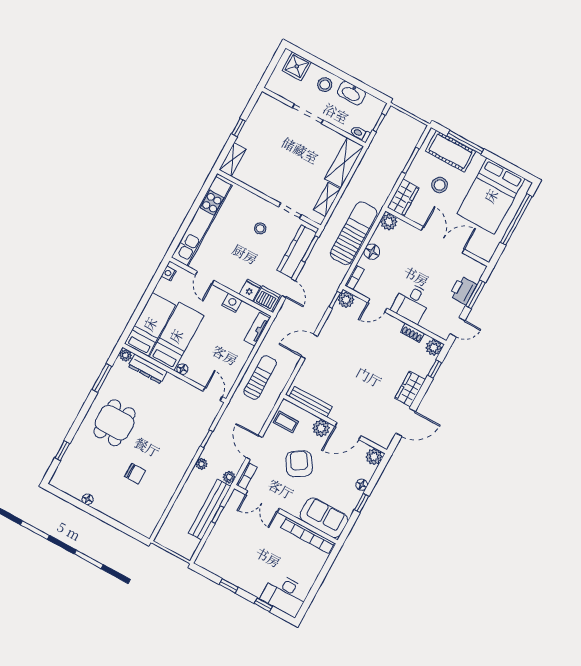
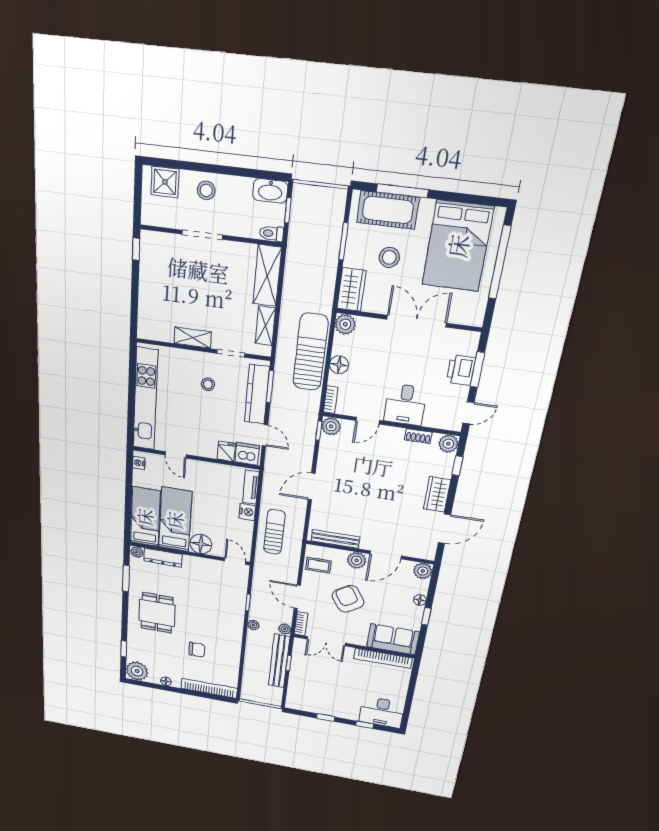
washbasin: (351, 93) -> (270, 191), moved
window: (239, 127) -> (136, 249), moved
shelving: (233, 159) -> (193, 338), moved, turned 90
nightstand: (232, 303) -> (247, 512), moved, turned 90
floor lamp: (182, 369) -> (201, 544), width x1.89, depth x1.89
plant: (63, 479) -> (137, 671), added
bookcase: (128, 520) -> (209, 688), added

